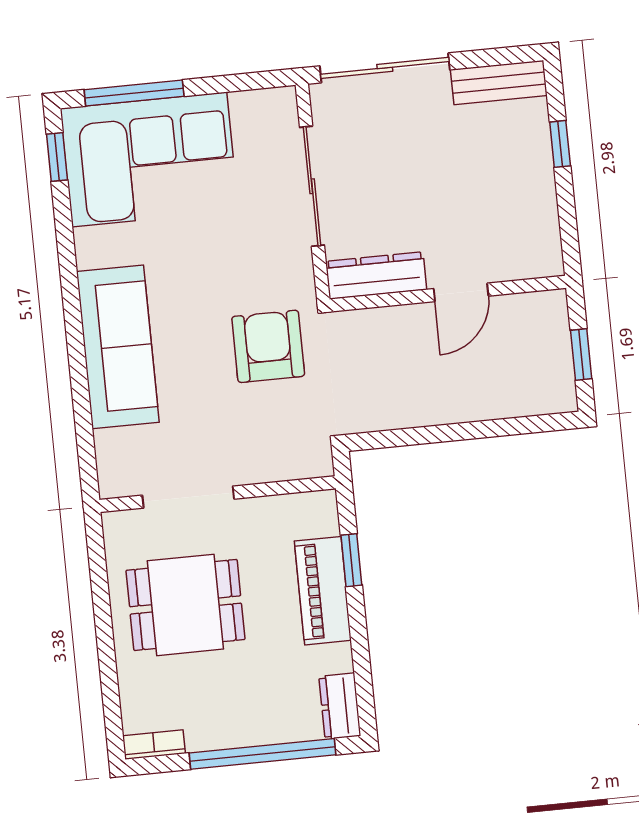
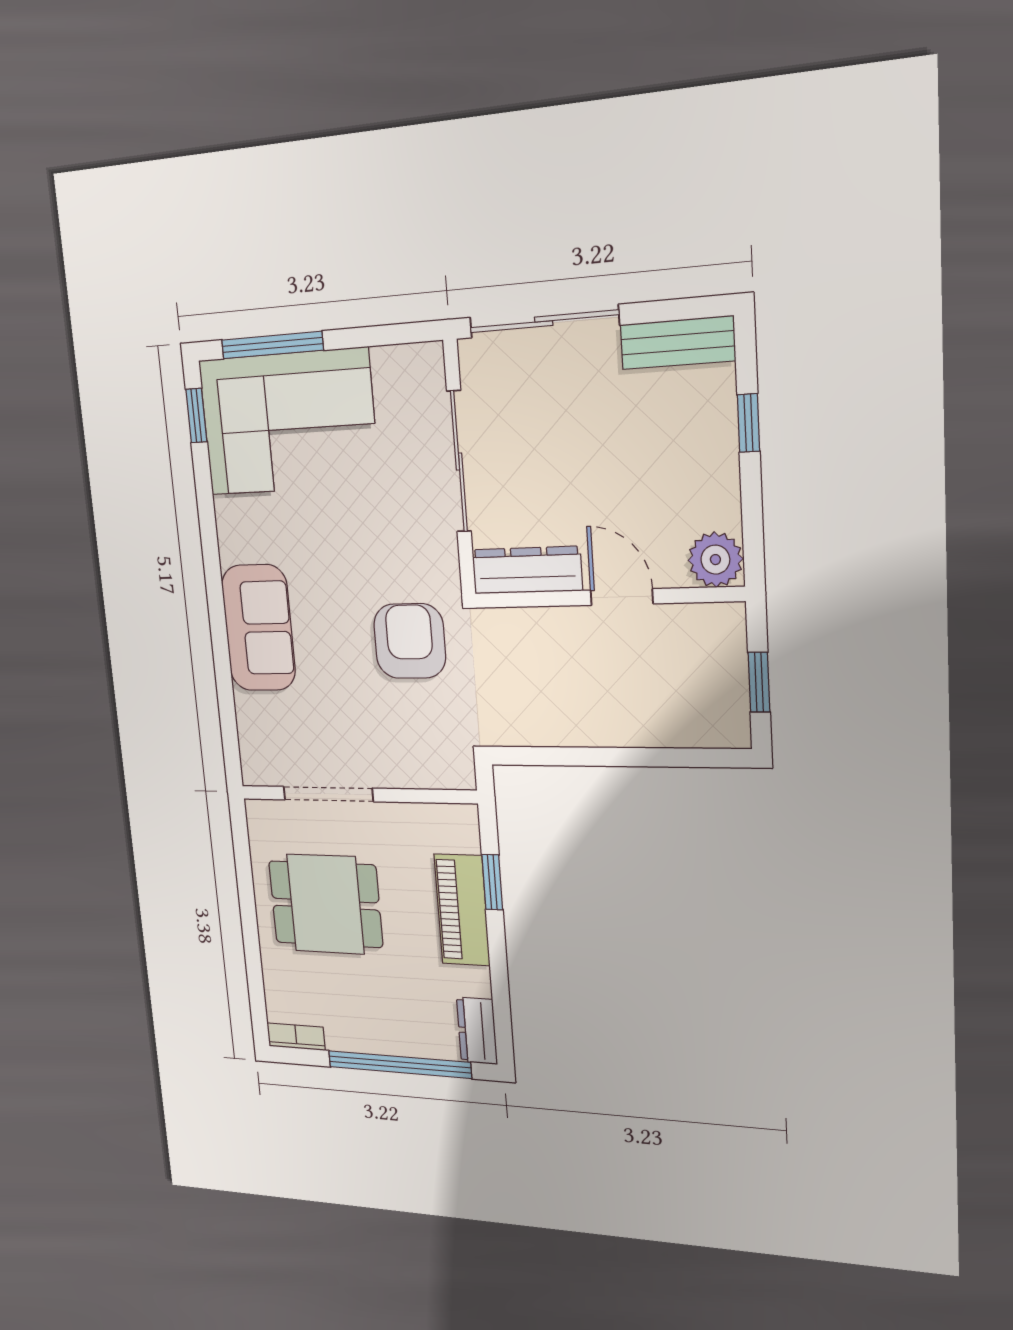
plant: (539, 255) -> (715, 560), added
door: (461, 292) -> (622, 597), swing flipped
sofa: (118, 347) -> (258, 628), width x0.73

